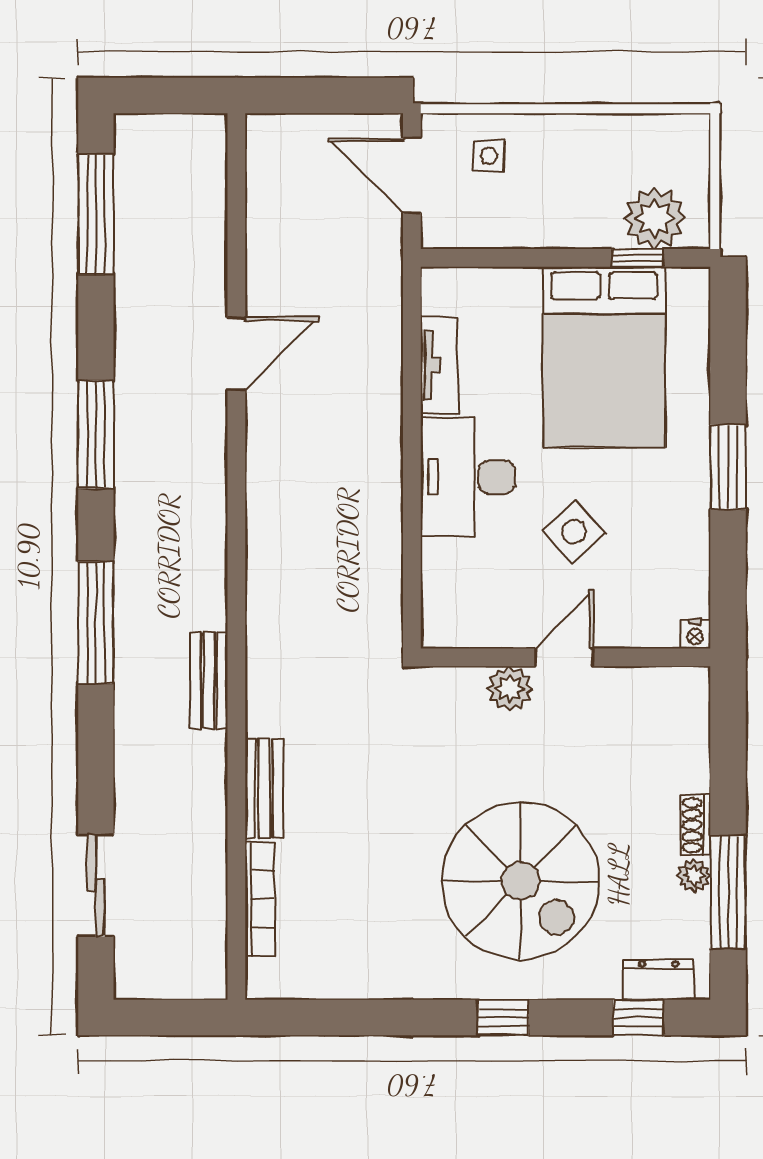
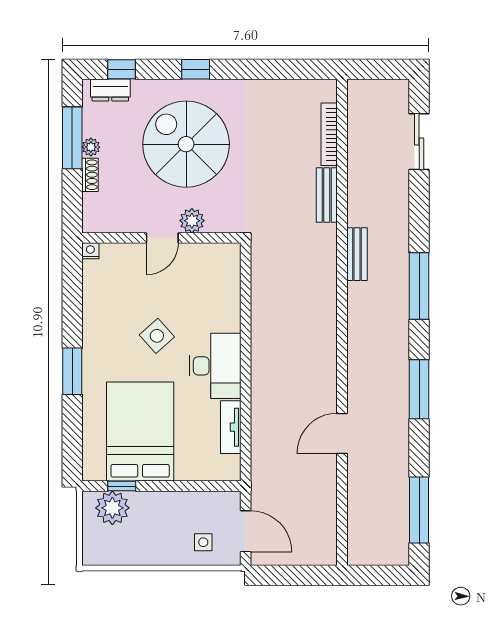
nightstand: (695, 634) -> (90, 251), moved
door: (564, 657) -> (162, 238), moved
wall: (566, 657) -> (161, 238), moved
plant: (510, 689) -> (192, 221), moved

